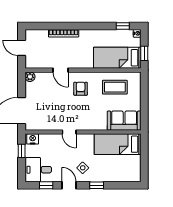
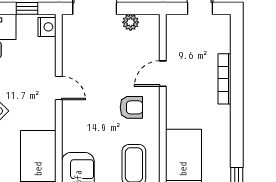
plant: (30, 77) -> (131, 22), moved
door: (69, 132) -> (59, 88), swing flipped

